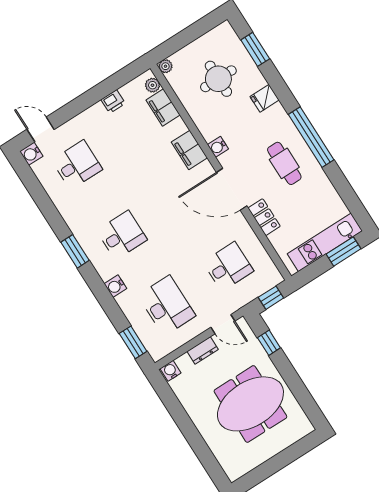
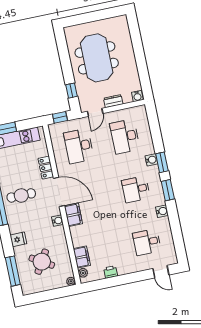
window: (255, 49) -> (13, 271), width x1.44
round table: (218, 79) -> (42, 262), turned 31
filing cabinet: (189, 150) -> (73, 215), moved
water cooler: (31, 154) -> (162, 211), moved
cafe table: (284, 163) -> (21, 195), turned 90
desk: (228, 266) -> (79, 146), width x1.37
door: (223, 324) -> (95, 112), swing flipped
window: (133, 342) -> (162, 162), moved
meeting table: (250, 404) -> (97, 58), turned 90

